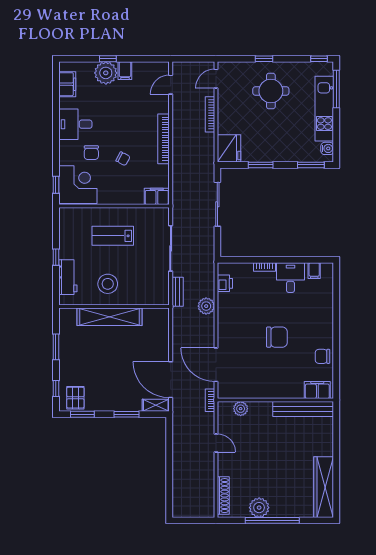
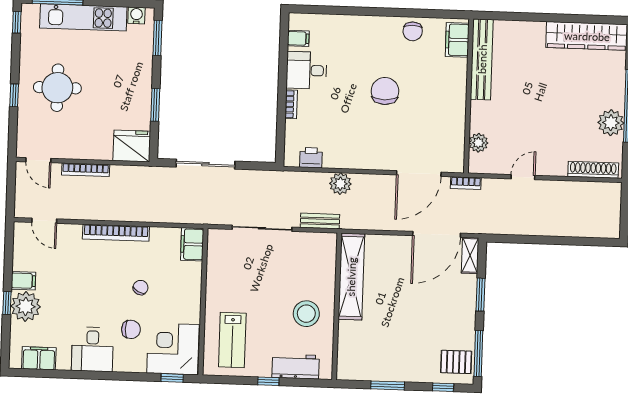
lab bench: (113, 236) -> (232, 340), moved
shelving: (109, 317) -> (351, 277), moved
window: (82, 414) -> (478, 353), width x1.44

